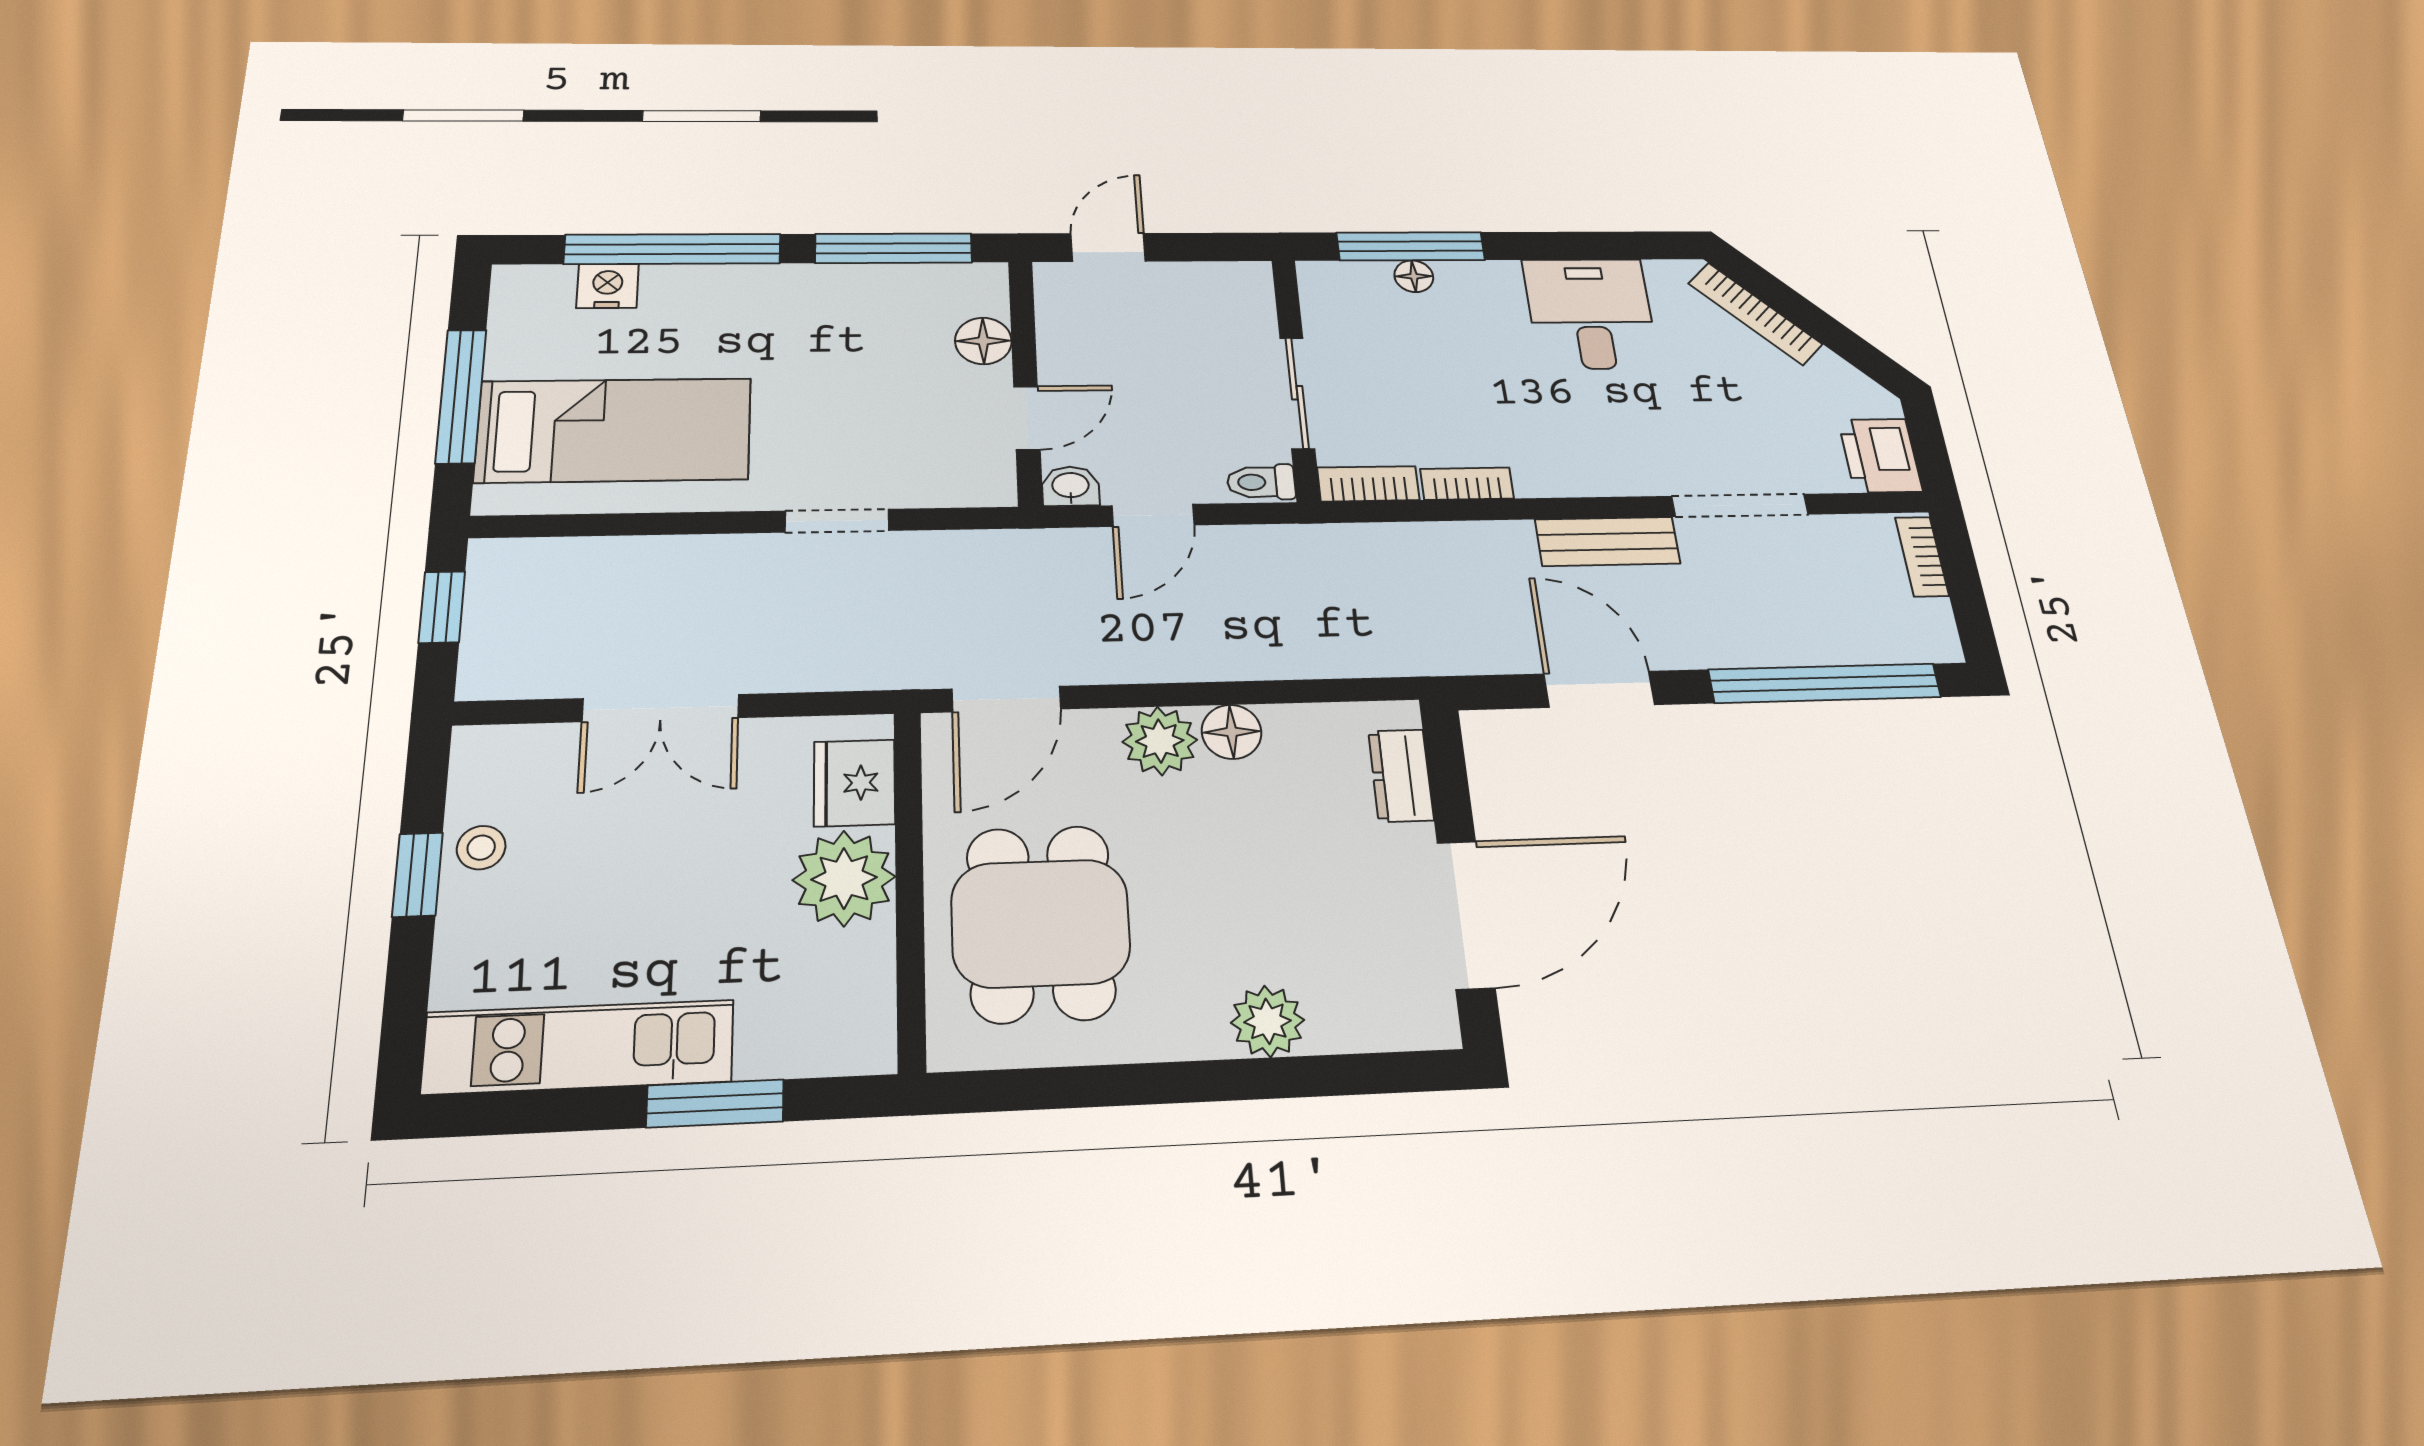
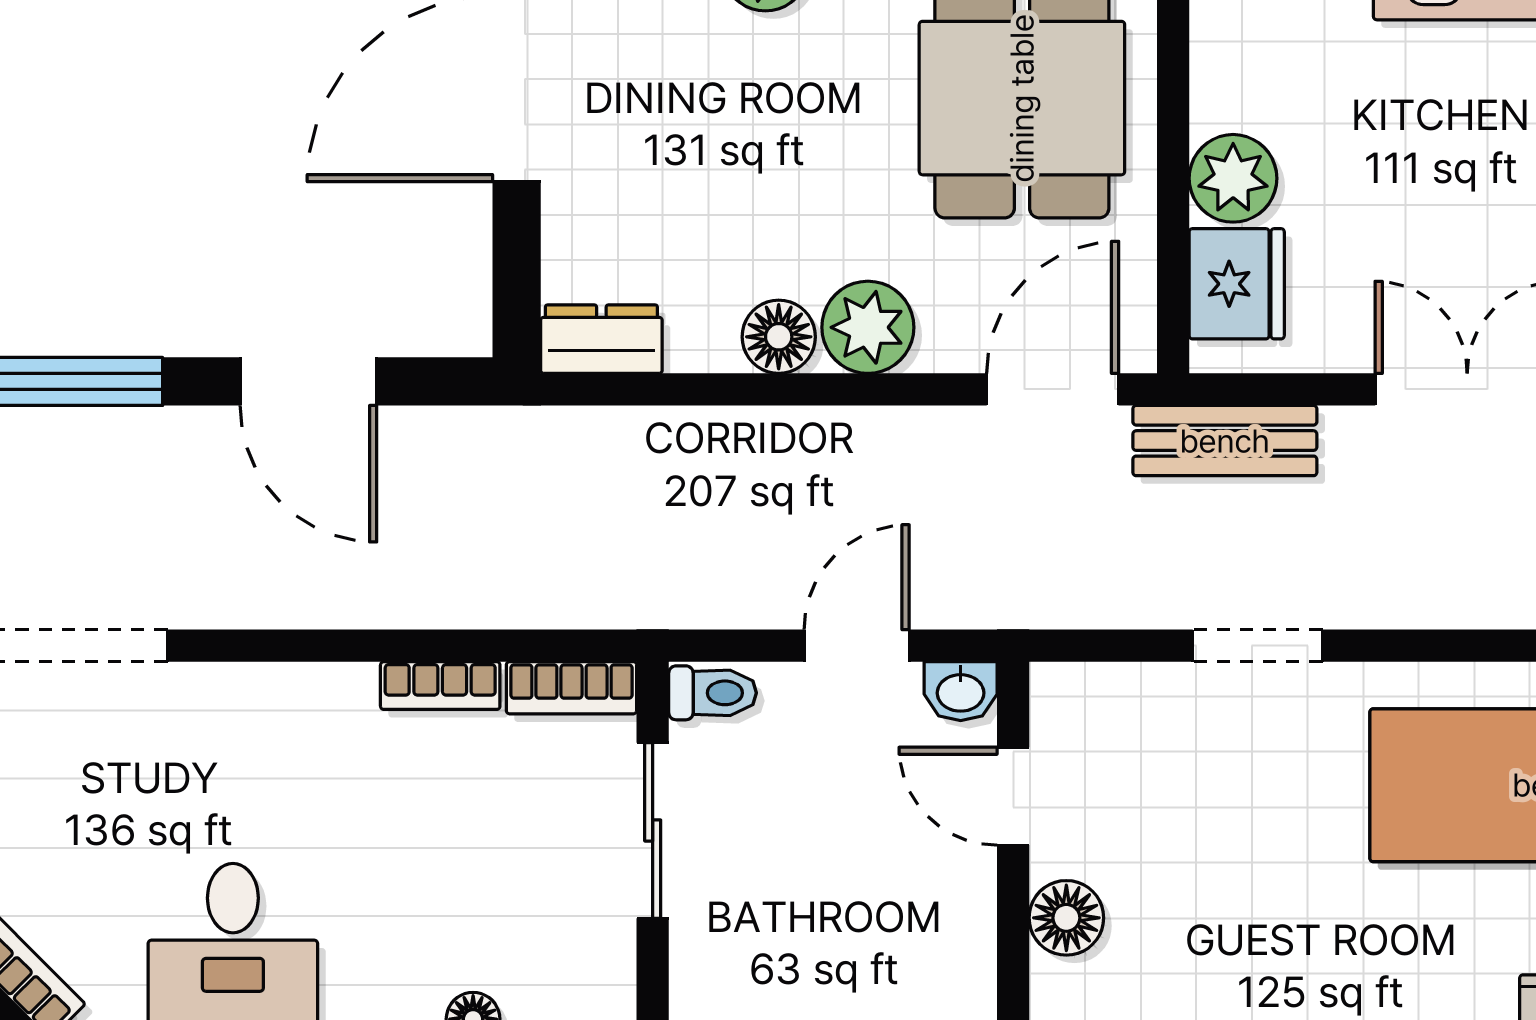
door: (1027, 418) -> (1013, 796), hinge flipped
bench: (1607, 541) -> (1225, 441), moved
dresser: (1401, 776) -> (601, 339), moved, turned -90
plant: (844, 878) -> (1233, 178), width x0.73, depth x0.73

